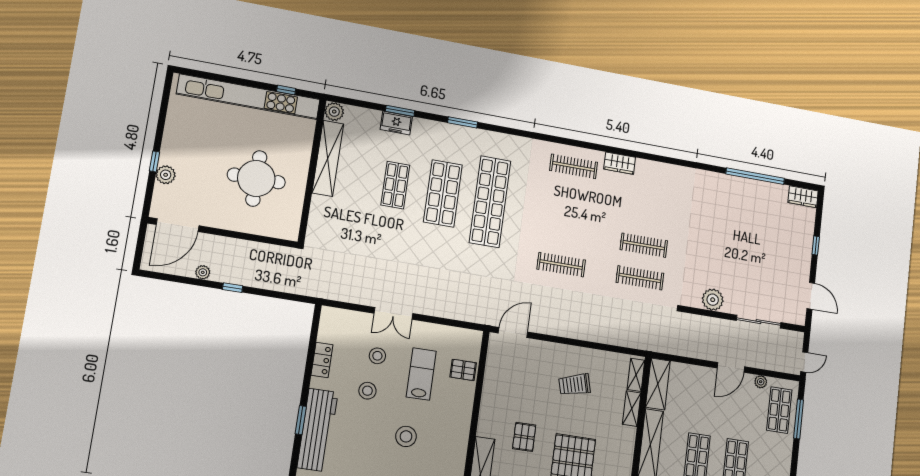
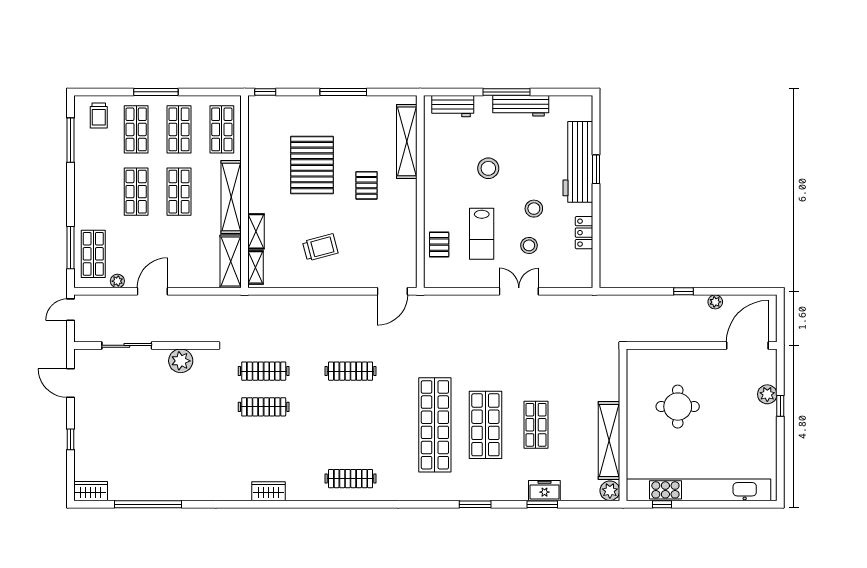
wardrobe: (620, 163) -> (268, 491), moved
round table: (256, 178) -> (678, 407), width x0.73, depth x0.73
pallet: (463, 370) -> (439, 245), turned 90

